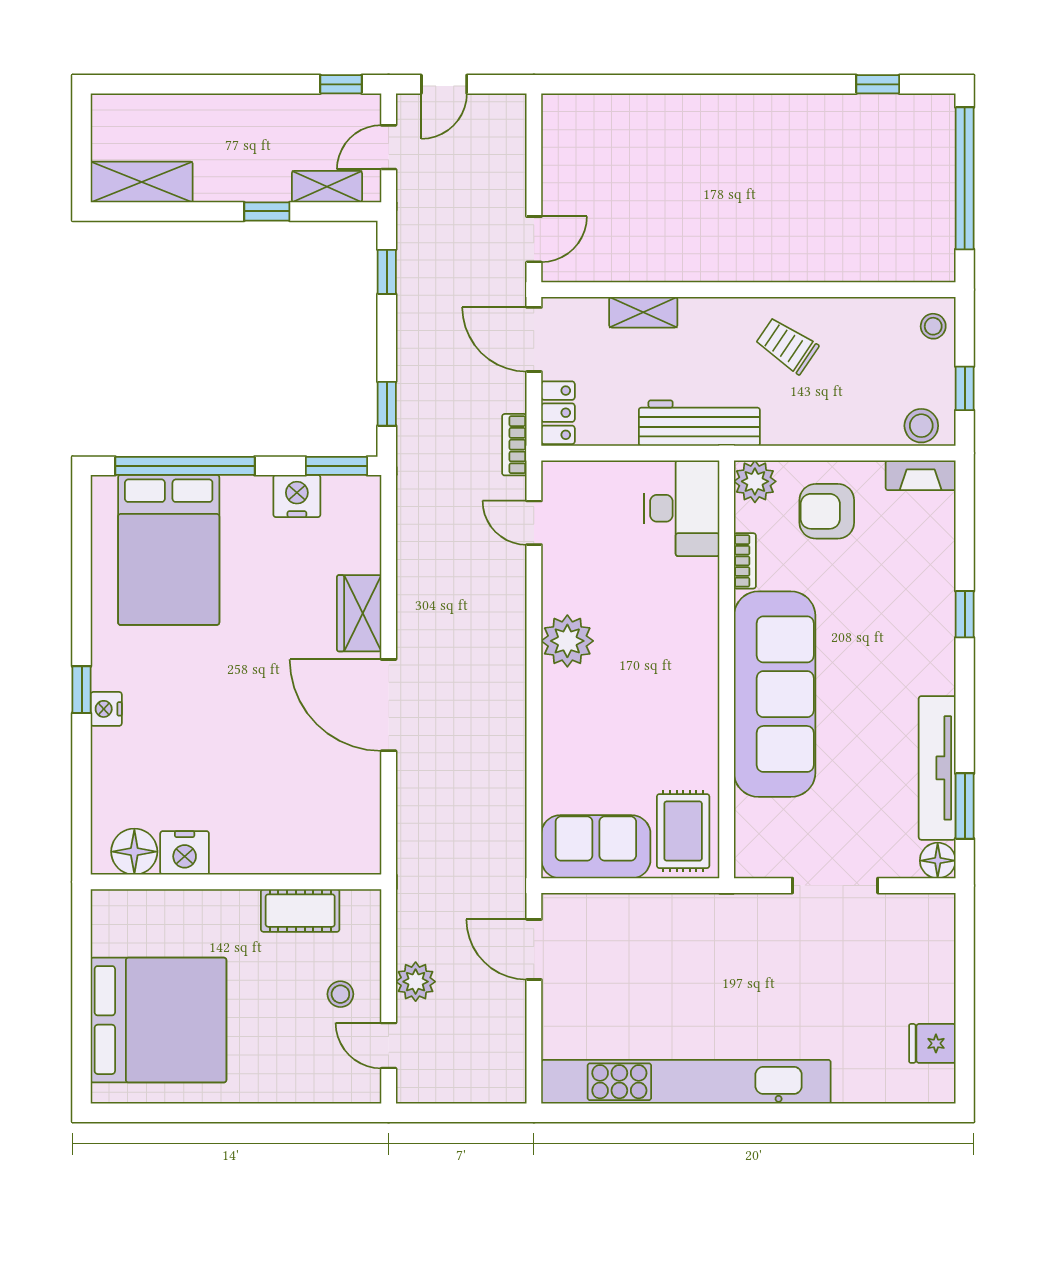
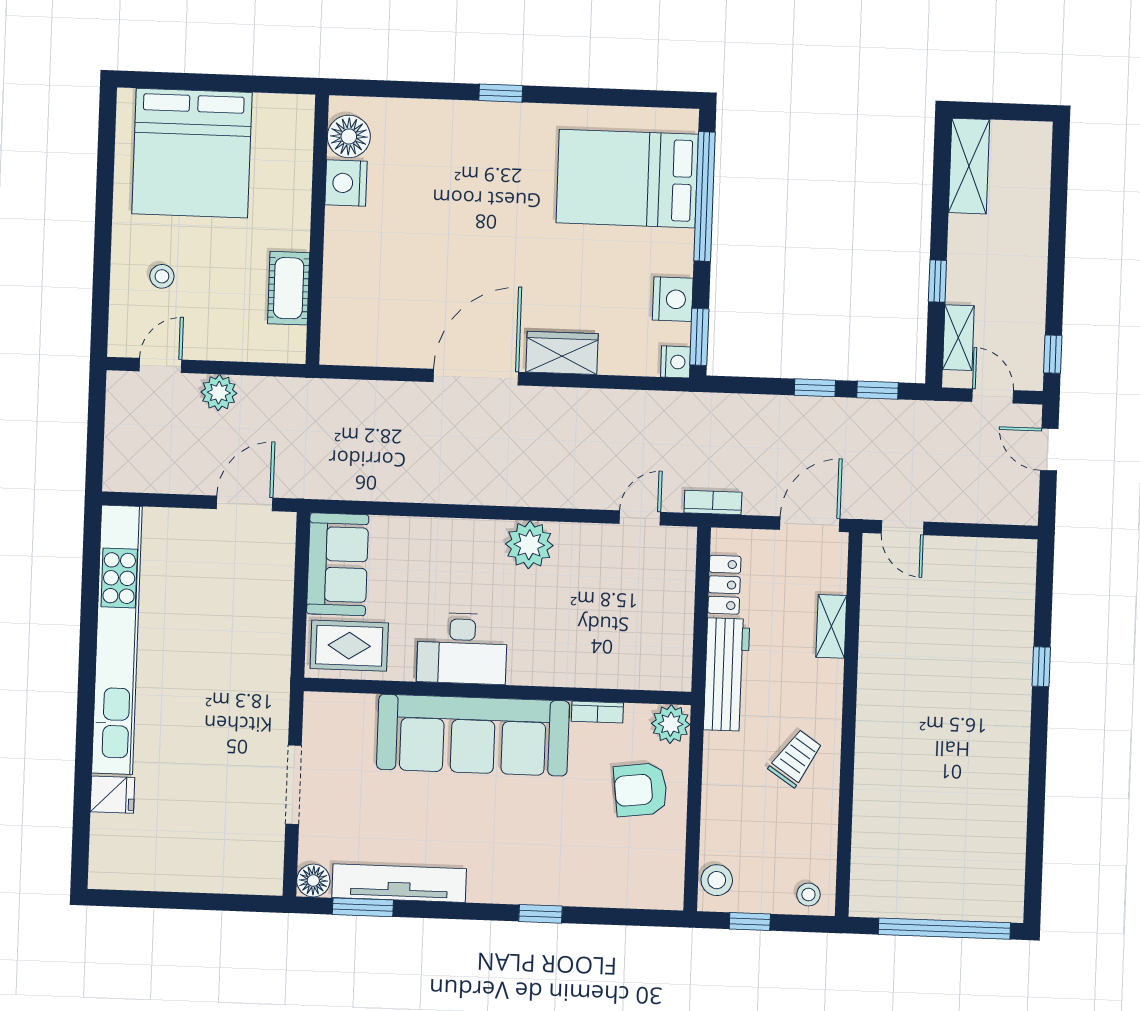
window: (878, 84) -> (1041, 667), moved
window: (387, 404) -> (815, 388), moved
locker: (558, 413) -> (724, 585), moved, turned -90
fireplace: (921, 475) -> (671, 878), removed
desk: (682, 508) -> (462, 648), moved
armchair: (827, 511) -> (641, 790), turned -97
nightstand: (106, 709) -> (676, 362), moved, turned 90
stool: (340, 994) -> (162, 276), moved
fridge: (932, 1043) -> (112, 795), moved, turned 90

